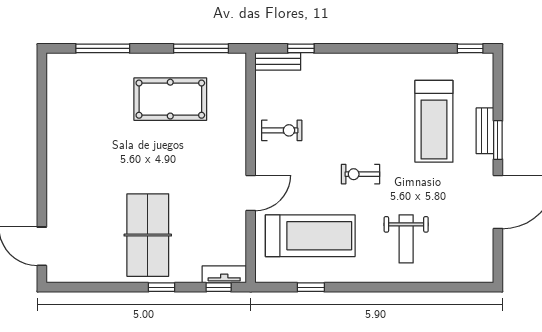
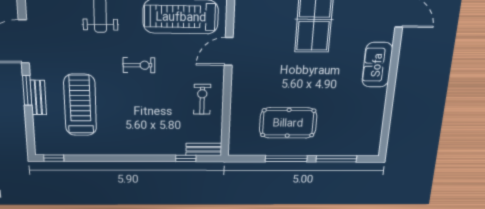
window: (201, 48) -> (286, 159), moved
exercise bike: (282, 130) -> (202, 99), turned 90
sofa: (63, 178) -> (377, 65), added

